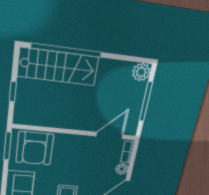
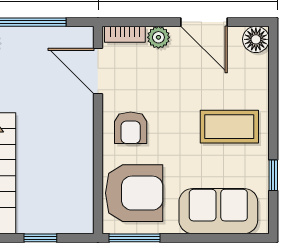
armchair: (73, 150) -> (131, 128), added

